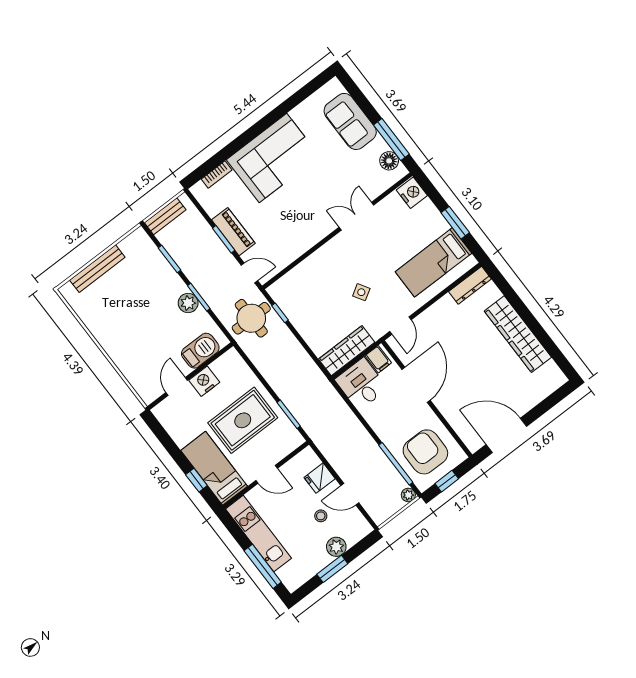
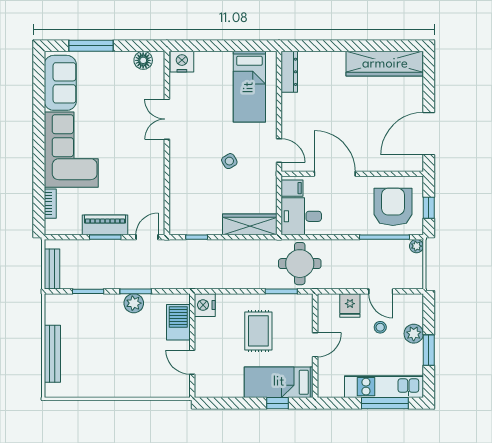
sofa: (350, 121) -> (60, 83), moved, turned -90
window: (391, 140) -> (91, 46), moved
window: (455, 223) -> (231, 46), removed
round table: (251, 318) -> (300, 264), moved
wardrobe: (518, 334) -> (385, 64), moved
wardrobe: (347, 351) -> (250, 224), moved, turned 90
nightstand: (204, 381) -> (205, 305), moved
rug: (243, 420) -> (258, 331), width x0.73, depth x0.70
armchair: (425, 452) -> (393, 207), turned 90
door: (350, 494) -> (381, 291), hinge flipped
kitchen unit: (259, 534) -> (384, 387), moved

